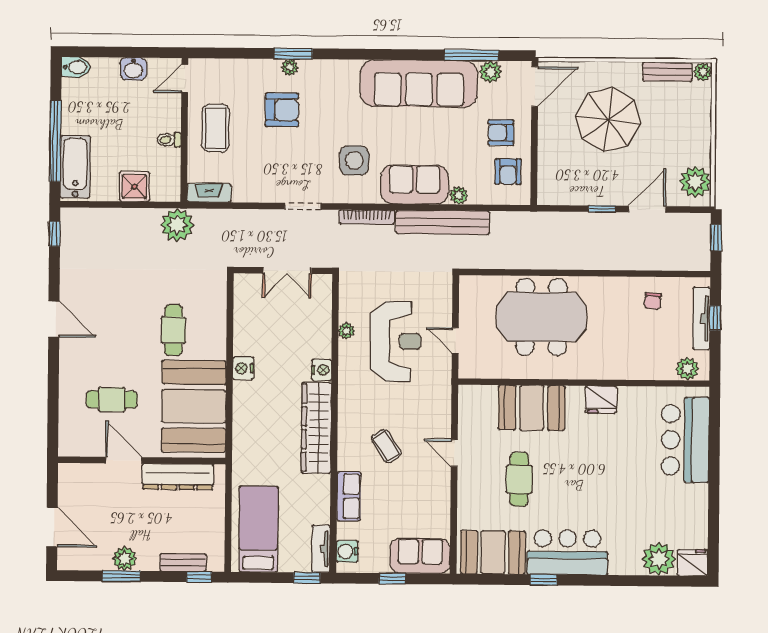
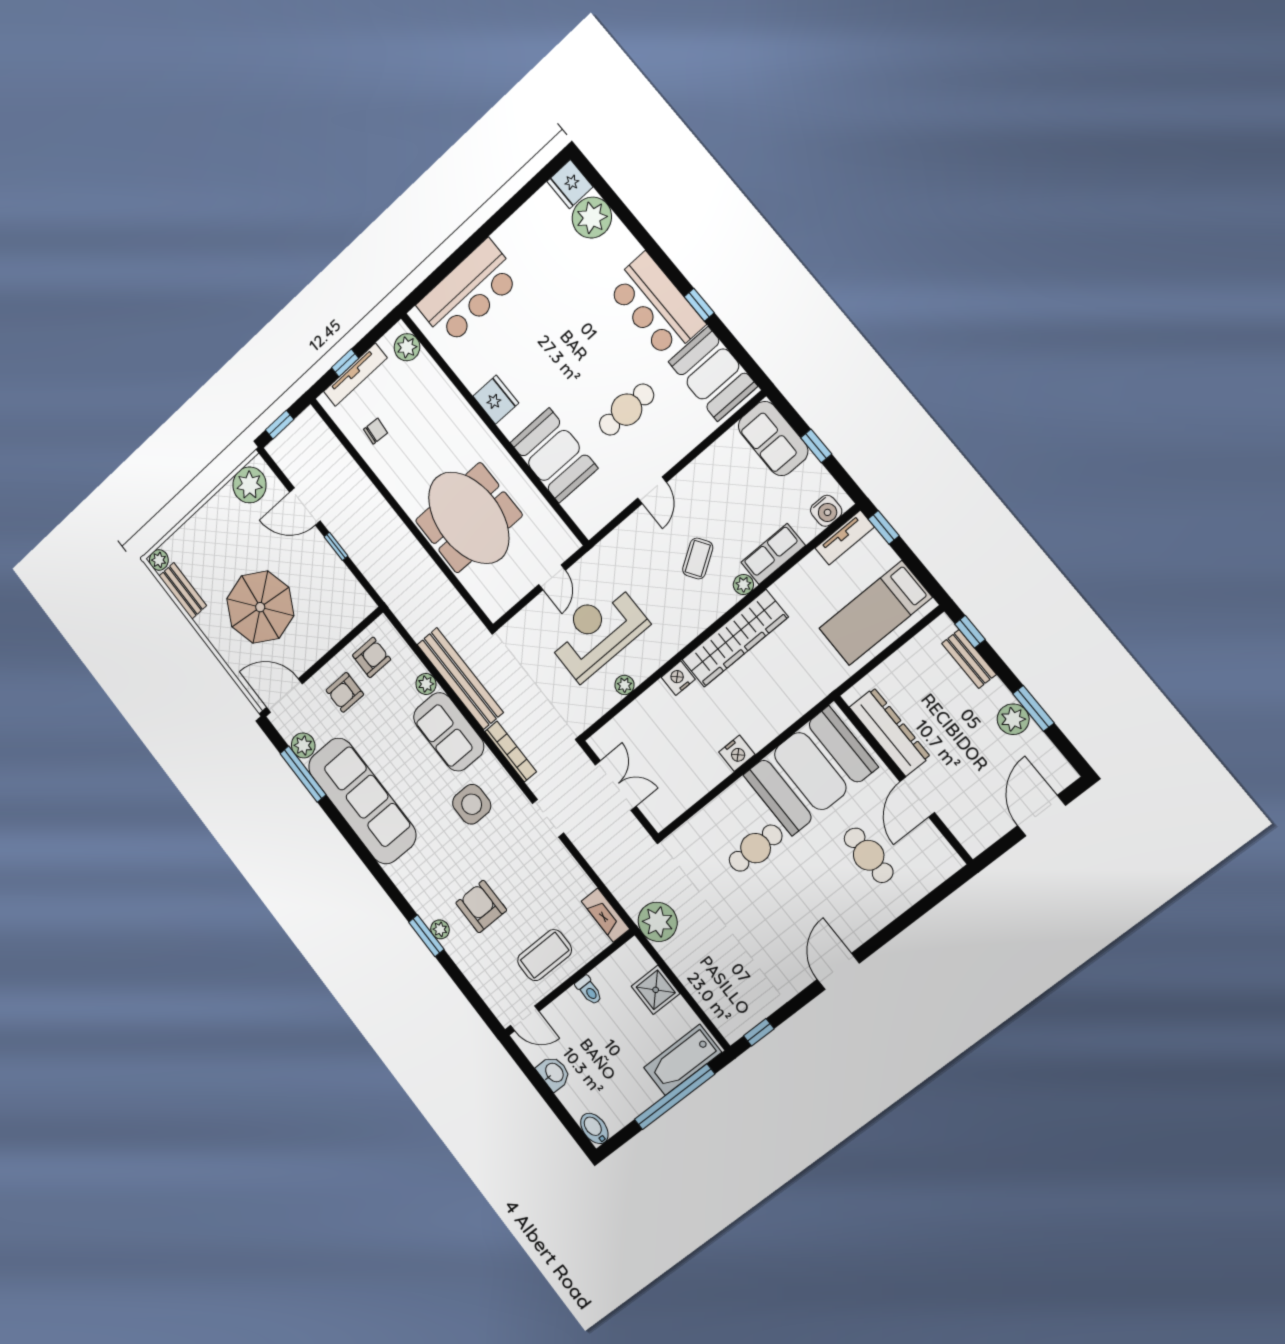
armchair: (501, 133) -> (345, 692), turned 90
plant: (345, 461) -> (743, 585), added

